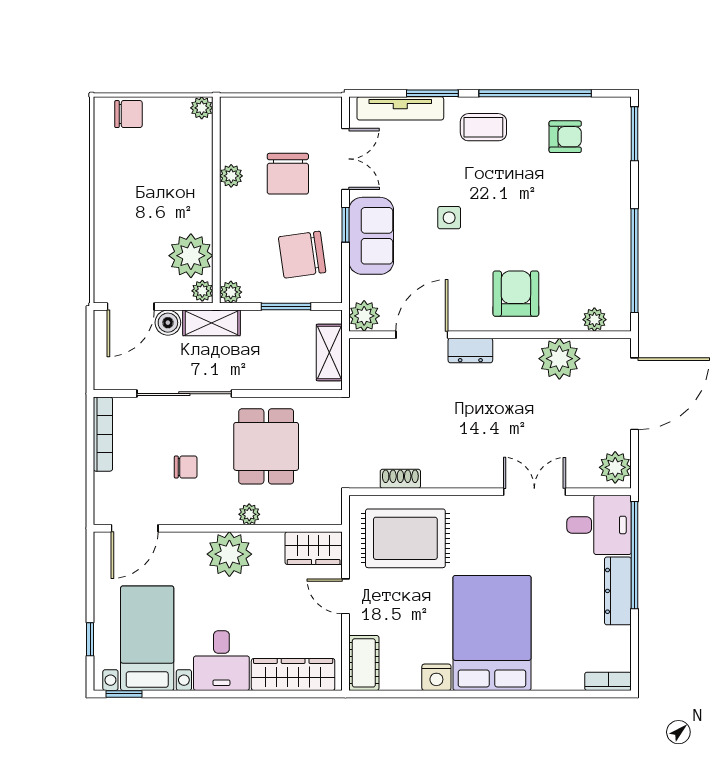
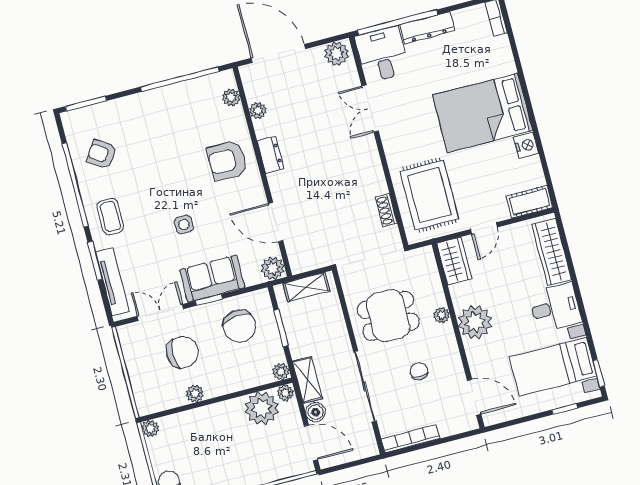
armchair: (565, 137) -> (102, 154), turned -56
dresser: (470, 350) -> (271, 155), moved
plant: (559, 359) -> (258, 110), width x0.53, depth x0.53

